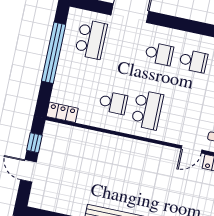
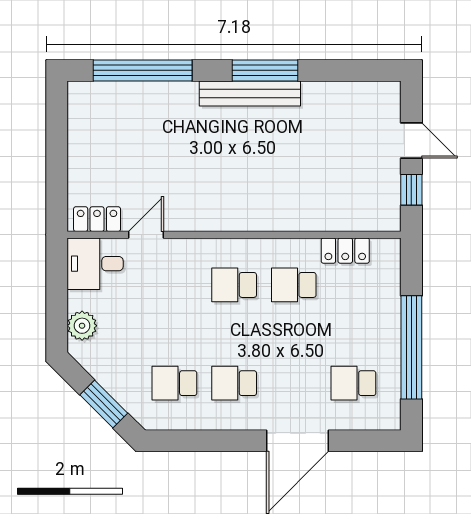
school desk: (91, 39) -> (353, 383), width x0.54
school desk: (147, 110) -> (234, 285), width x0.54
locker: (62, 112) -> (345, 251), moved

